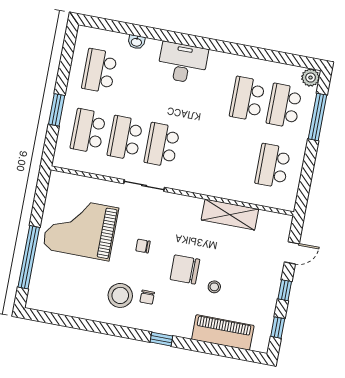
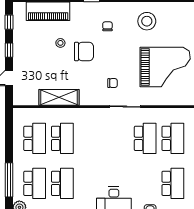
school desk: (162, 145) -> (62, 138), moved
chair: (143, 246) -> (112, 83), moved
stool: (120, 295) -> (147, 21), moved

